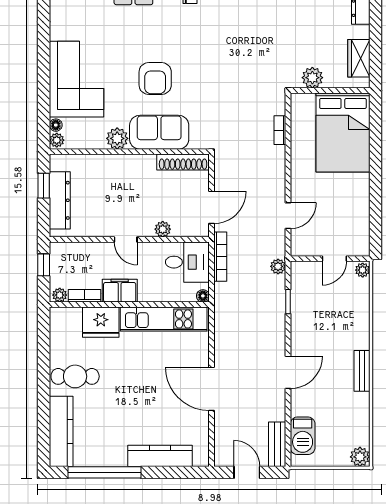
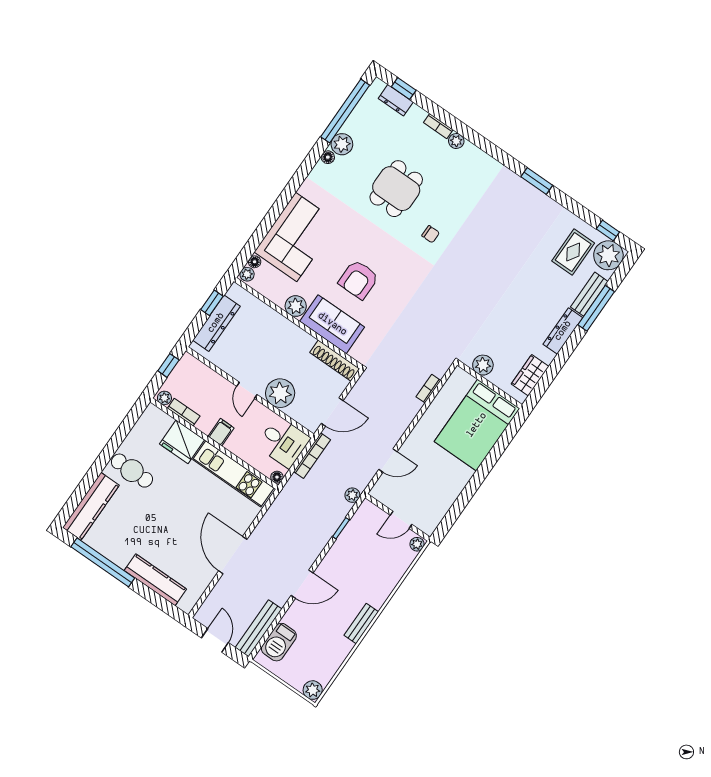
plant: (163, 229) -> (280, 393), width x1.87, depth x1.87
filing cabinet: (120, 291) -> (221, 432), width x0.50
bench: (277, 444) -> (259, 628), width x1.36

